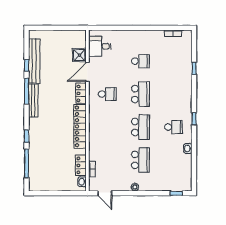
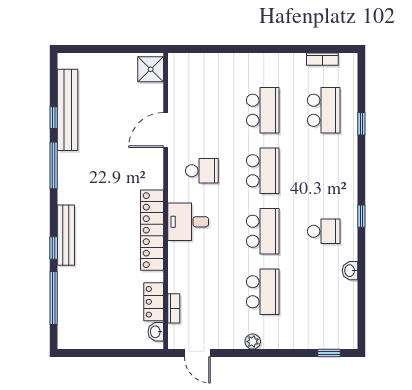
desk: (100, 46) -> (188, 222), moved
shower: (79, 55) -> (151, 69), moved
school desk: (140, 61) -> (263, 110), width x1.85
school desk: (174, 61) -> (324, 110), added
locker: (81, 93) -> (154, 169), removed
bench: (33, 100) -> (66, 235), moved

